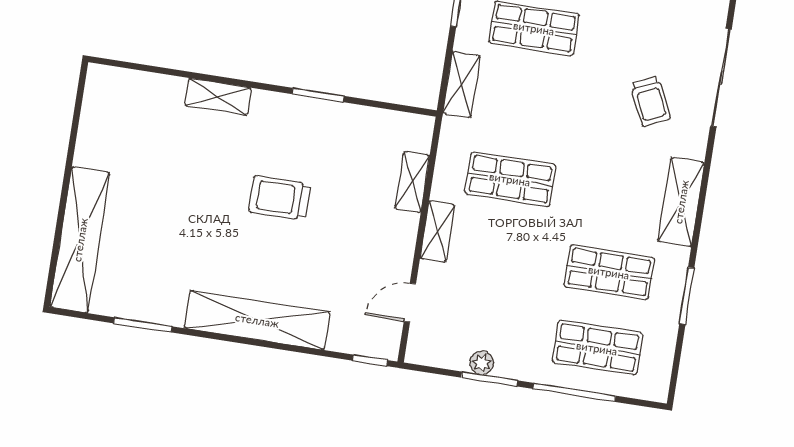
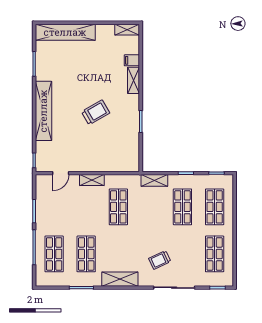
filing cabinet: (171, 93) -> (132, 60), added
shelving: (412, 182) -> (127, 30), moved
trolley: (280, 198) -> (96, 112), turned 60
door: (410, 303) -> (61, 173), swing flipped
plant: (482, 363) -> (40, 207), removed

